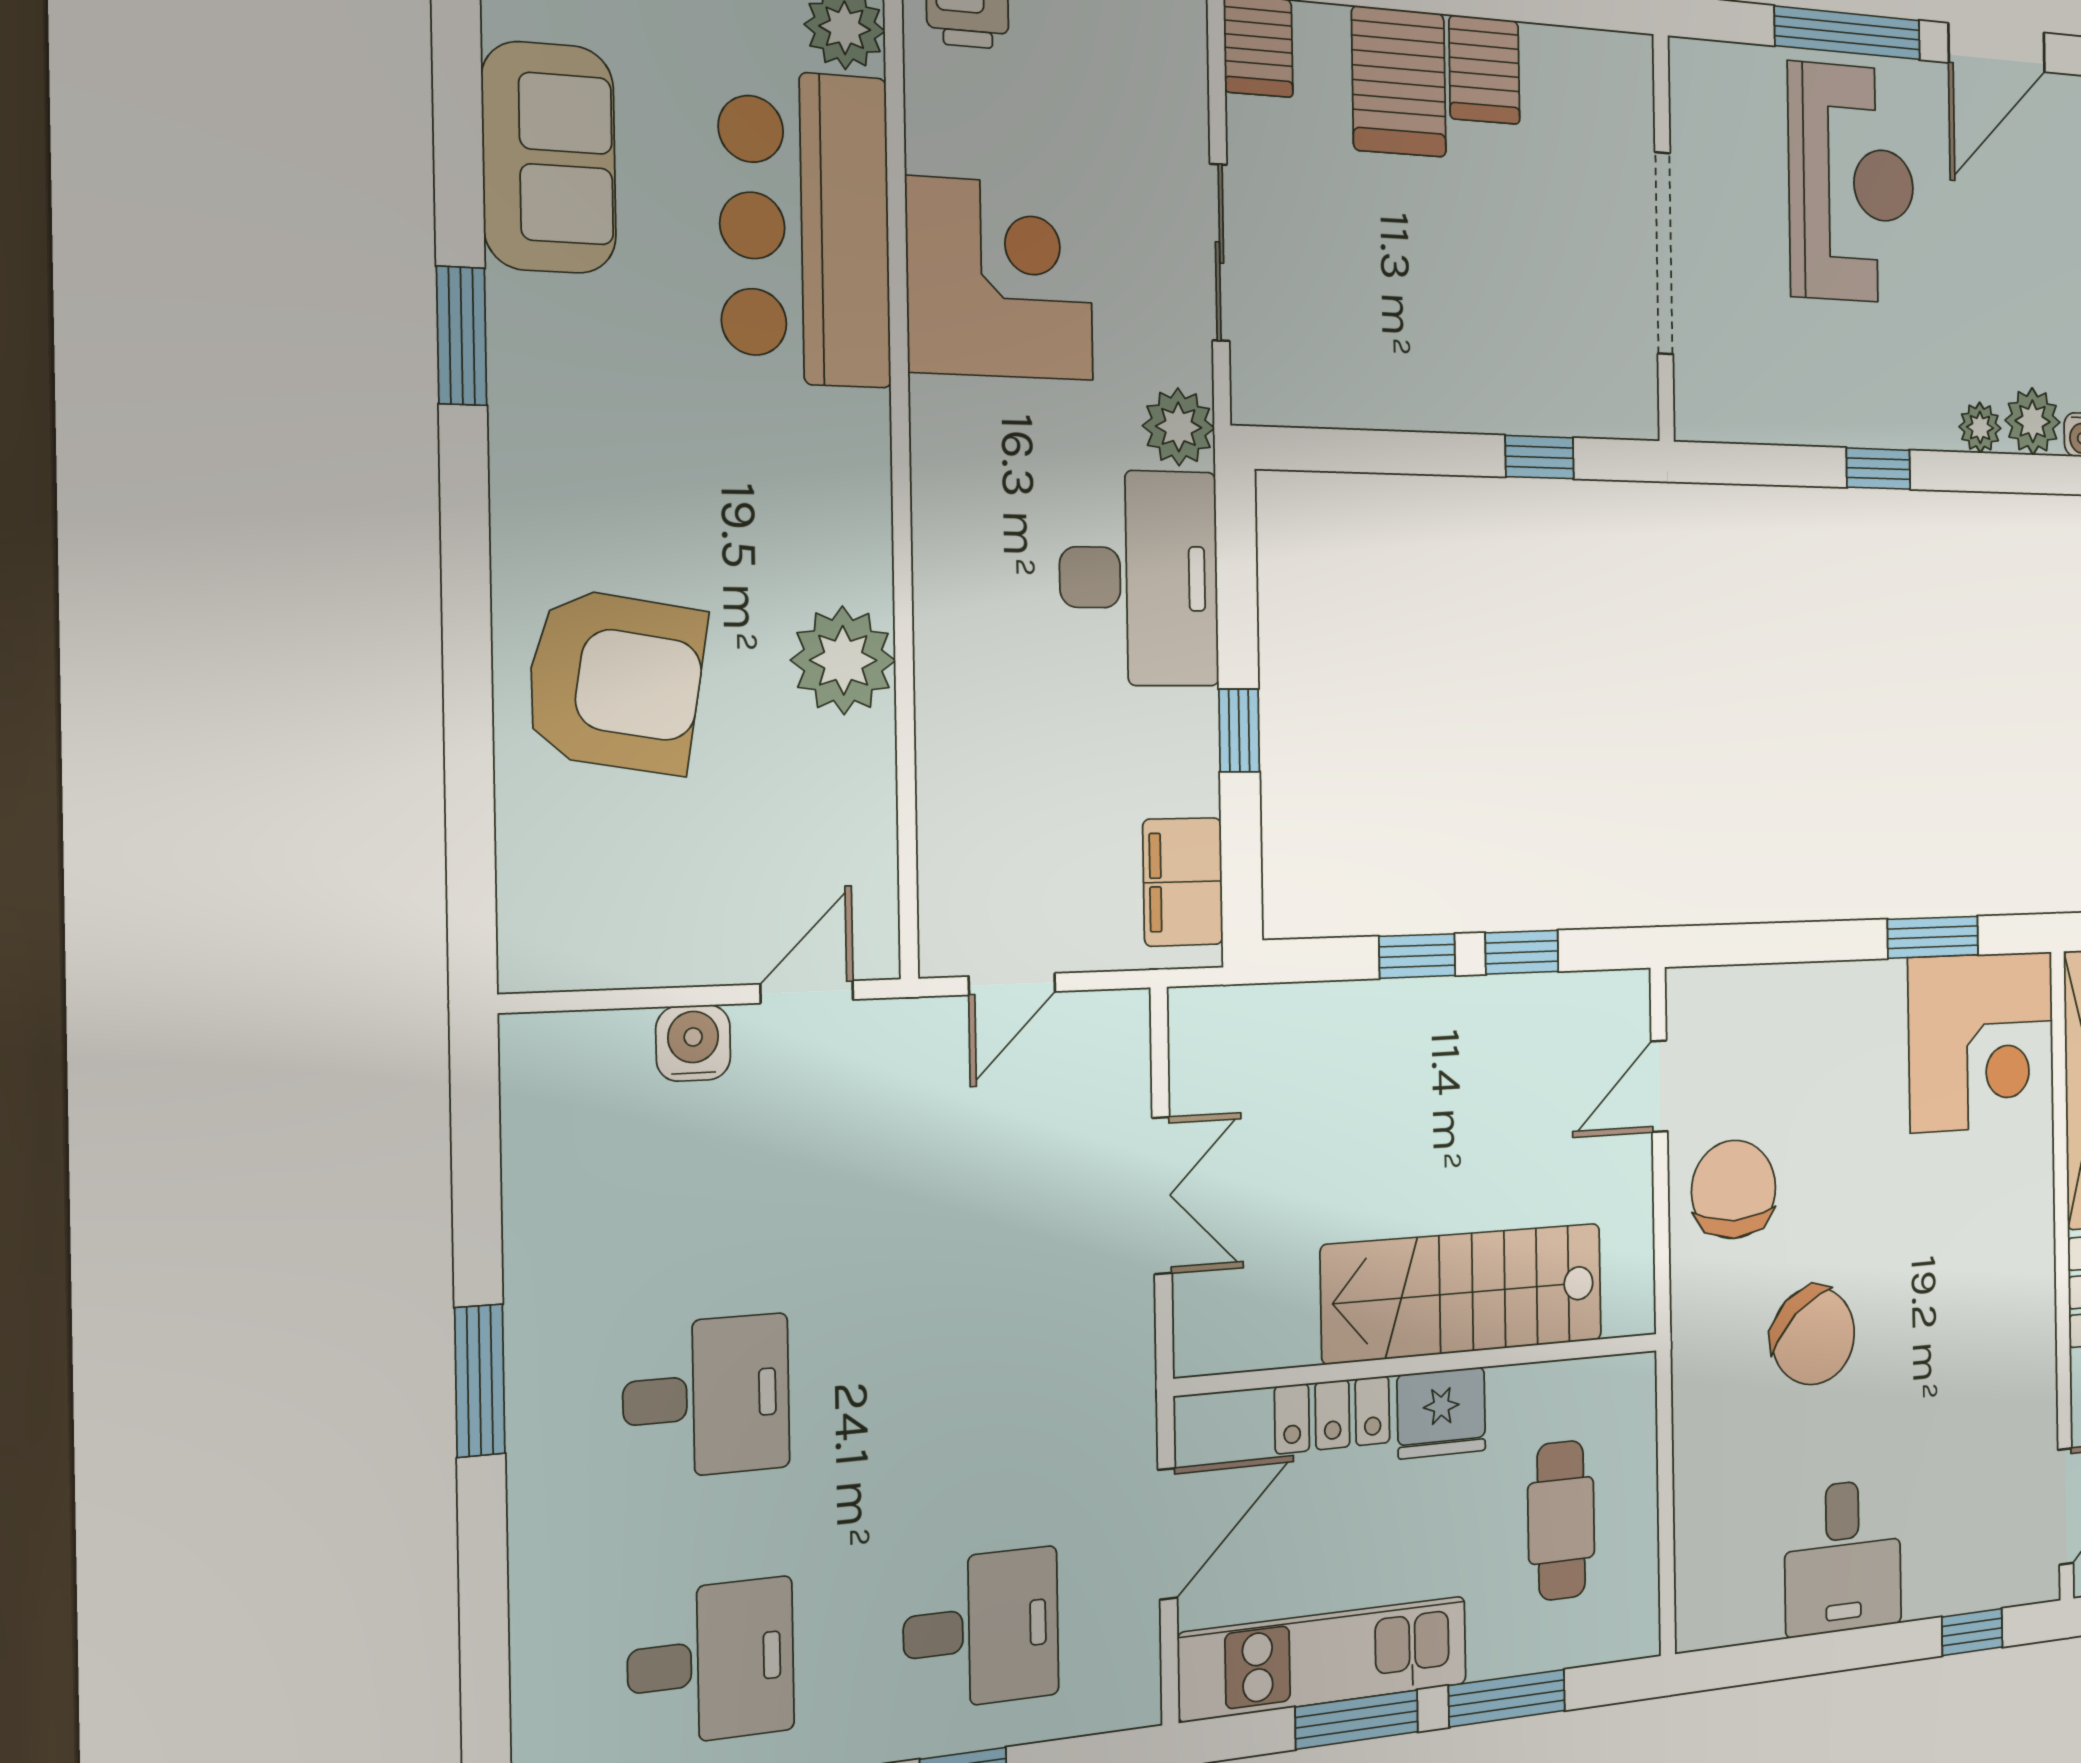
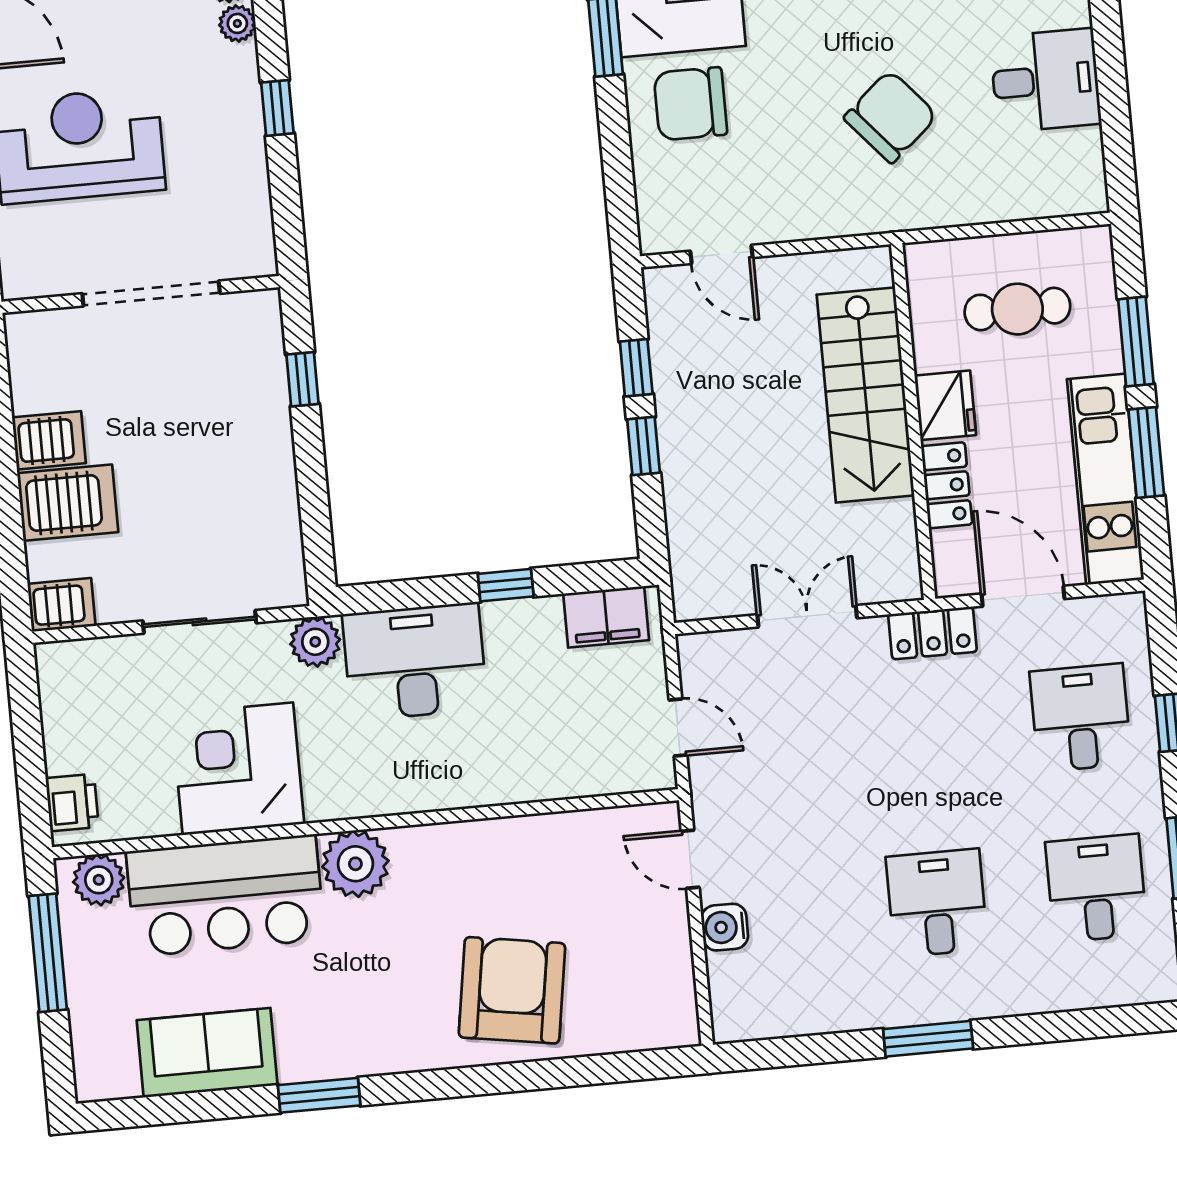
plant: (843, 660) -> (355, 864), moved
chair: (1734, 1189) -> (690, 104), moved
locker: (1124, 1392) -> (933, 633), added

